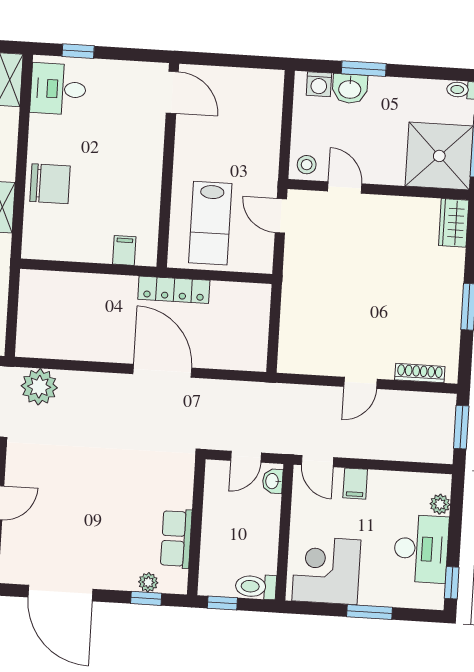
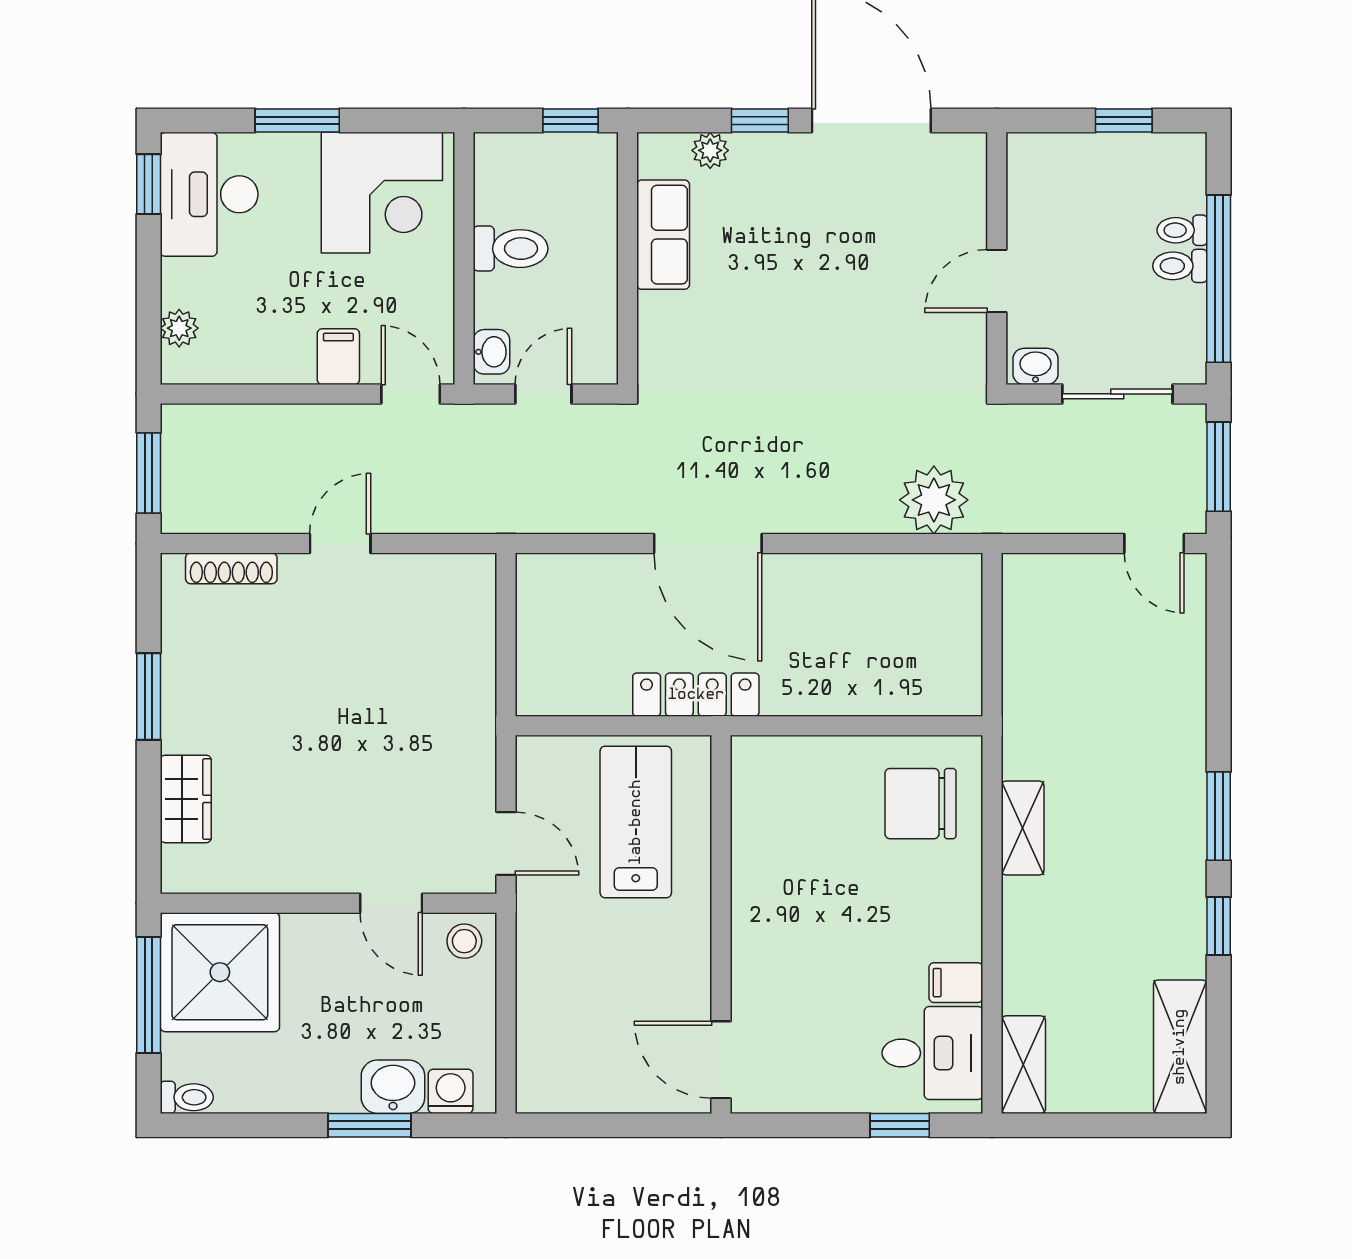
chair: (50, 184) -> (920, 804), moved
wardrobe: (454, 223) -> (186, 799), moved
filing cabinet: (124, 250) -> (956, 983), moved, turned 90
desk: (421, 549) -> (209, 194), moved
toilet: (256, 587) -> (511, 249), moved
window: (146, 598) -> (760, 121), moved

